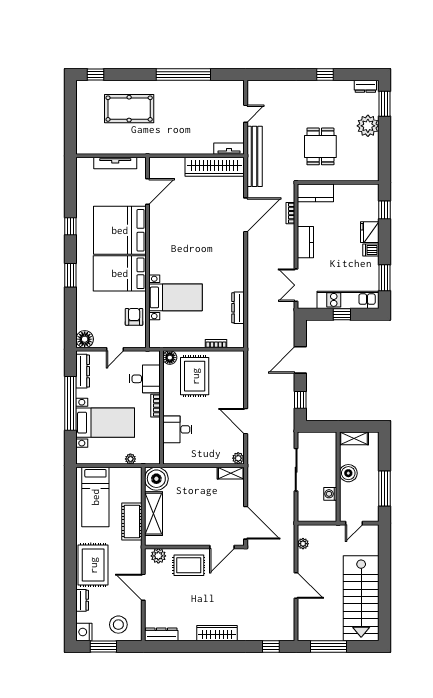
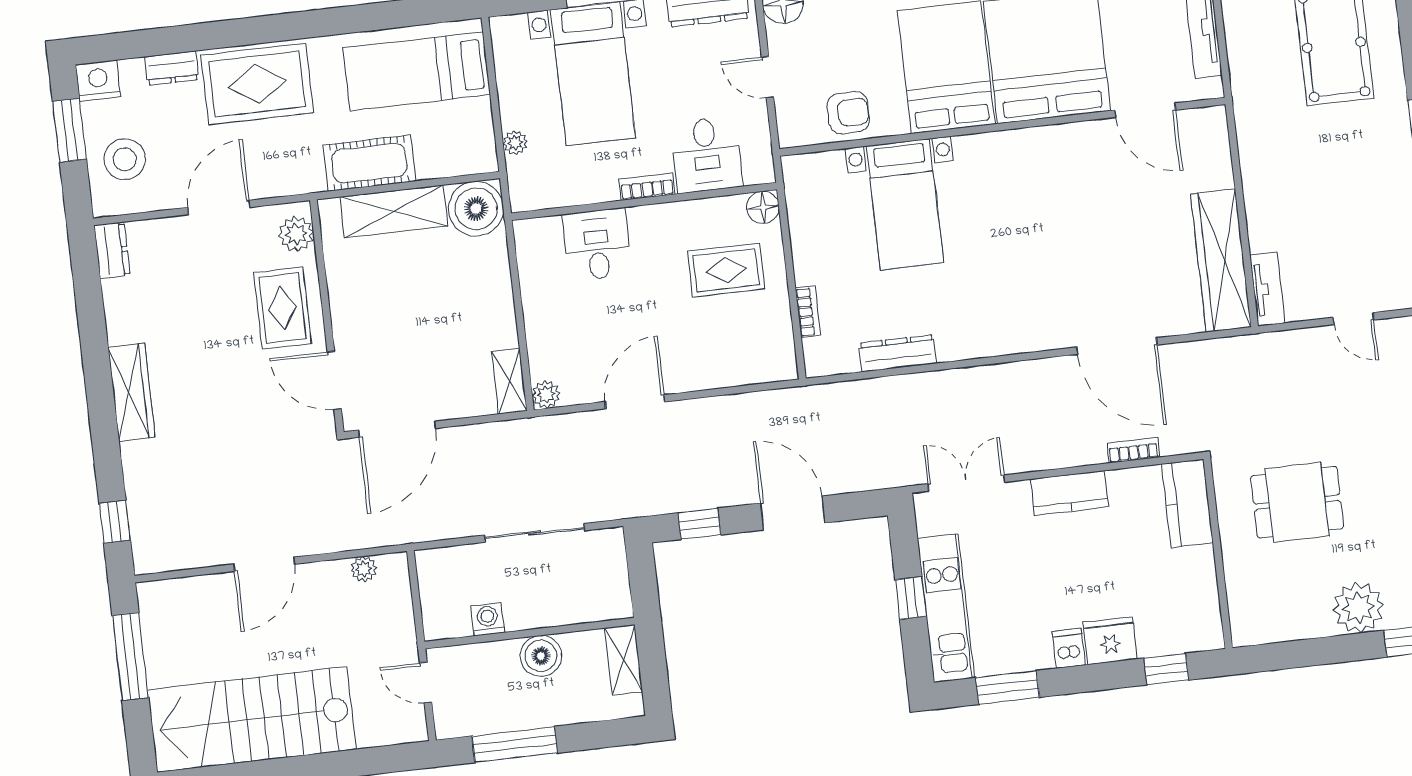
bench: (255, 156) -> (1256, 351), removed
rug: (195, 376) -> (726, 270), width x0.73, depth x0.70
dresser: (161, 634) -> (112, 250), width x0.70

